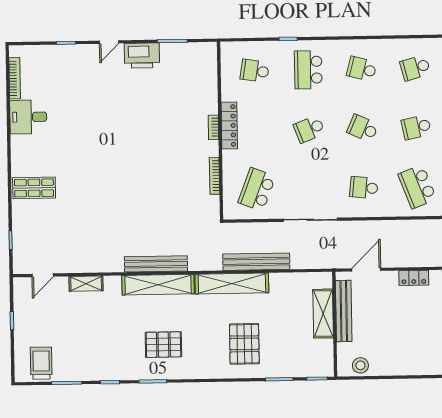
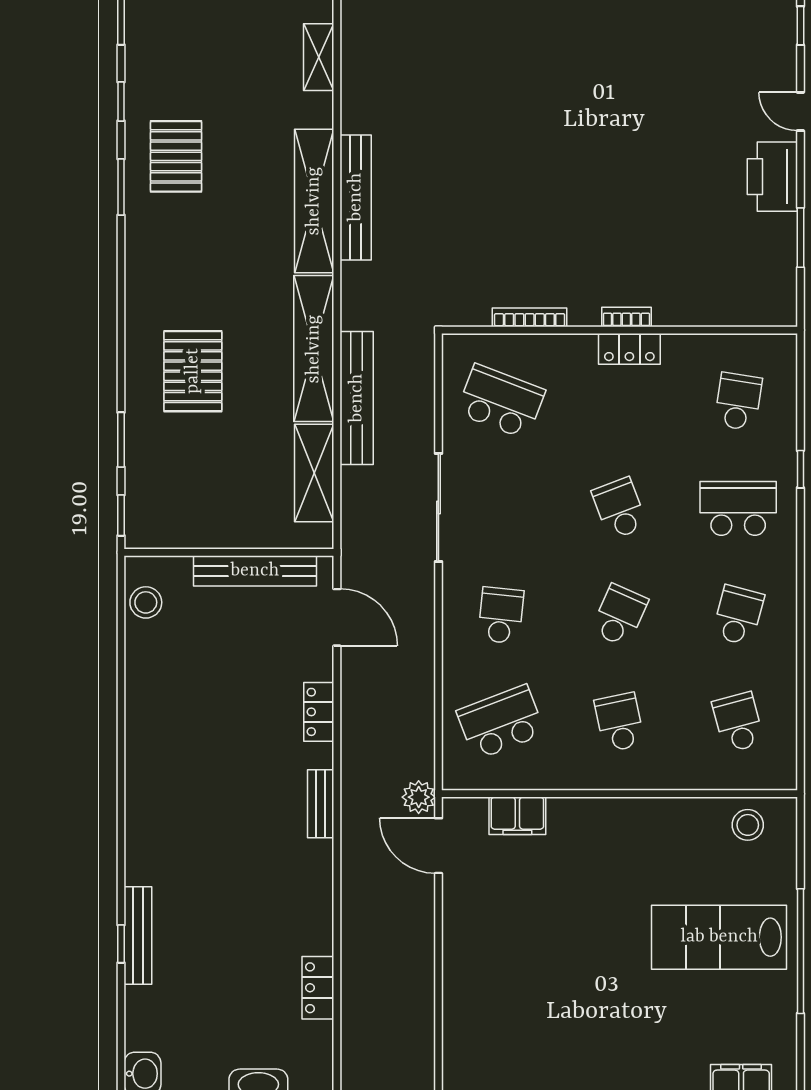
locker: (229, 126) -> (629, 349), width x0.66
shelving: (323, 314) -> (314, 473), moved, turned 90
pallet: (244, 344) -> (193, 371), turned 90
pallet: (163, 345) -> (176, 156), moved

